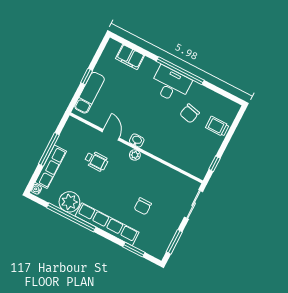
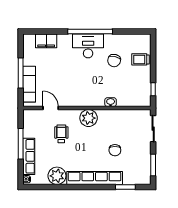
window: (87, 77) -> (21, 73), width x2.17
door: (111, 135) -> (51, 108), moved
washbasin: (137, 140) -> (111, 102), moved
plant: (135, 155) -> (89, 118), width x1.88, depth x1.88
wheelchair: (96, 161) -> (61, 134), turned -90
window: (71, 217) -> (65, 187), removed

